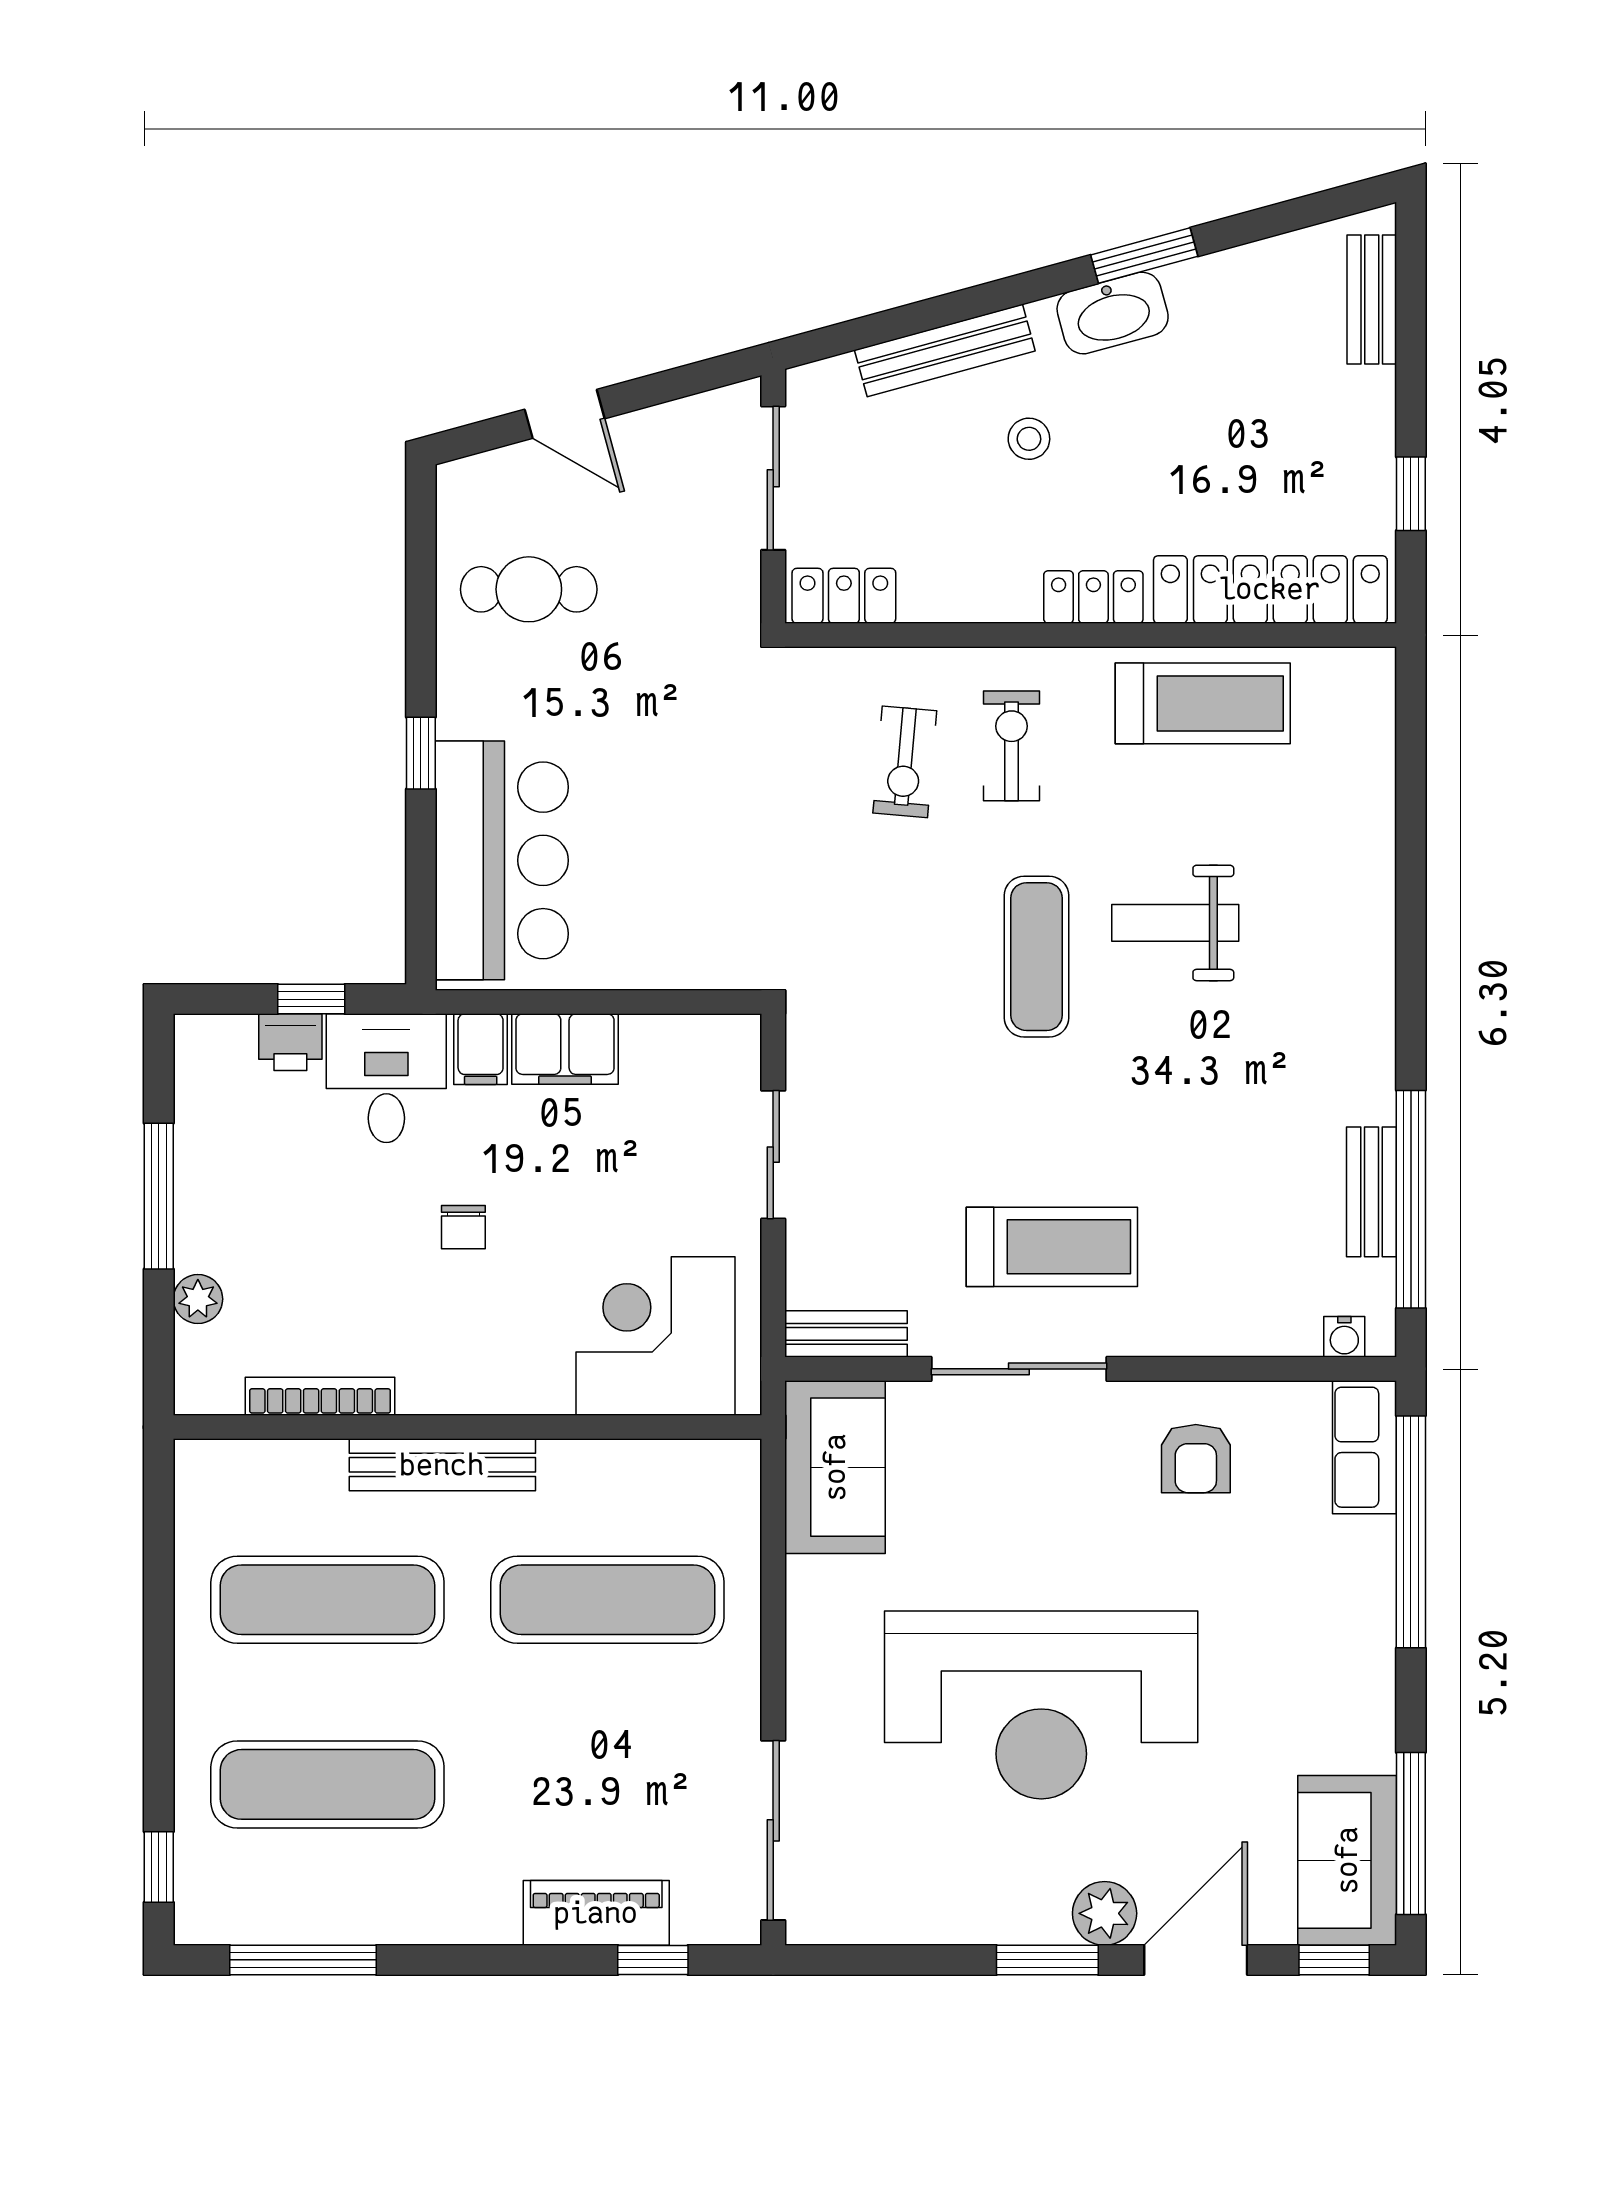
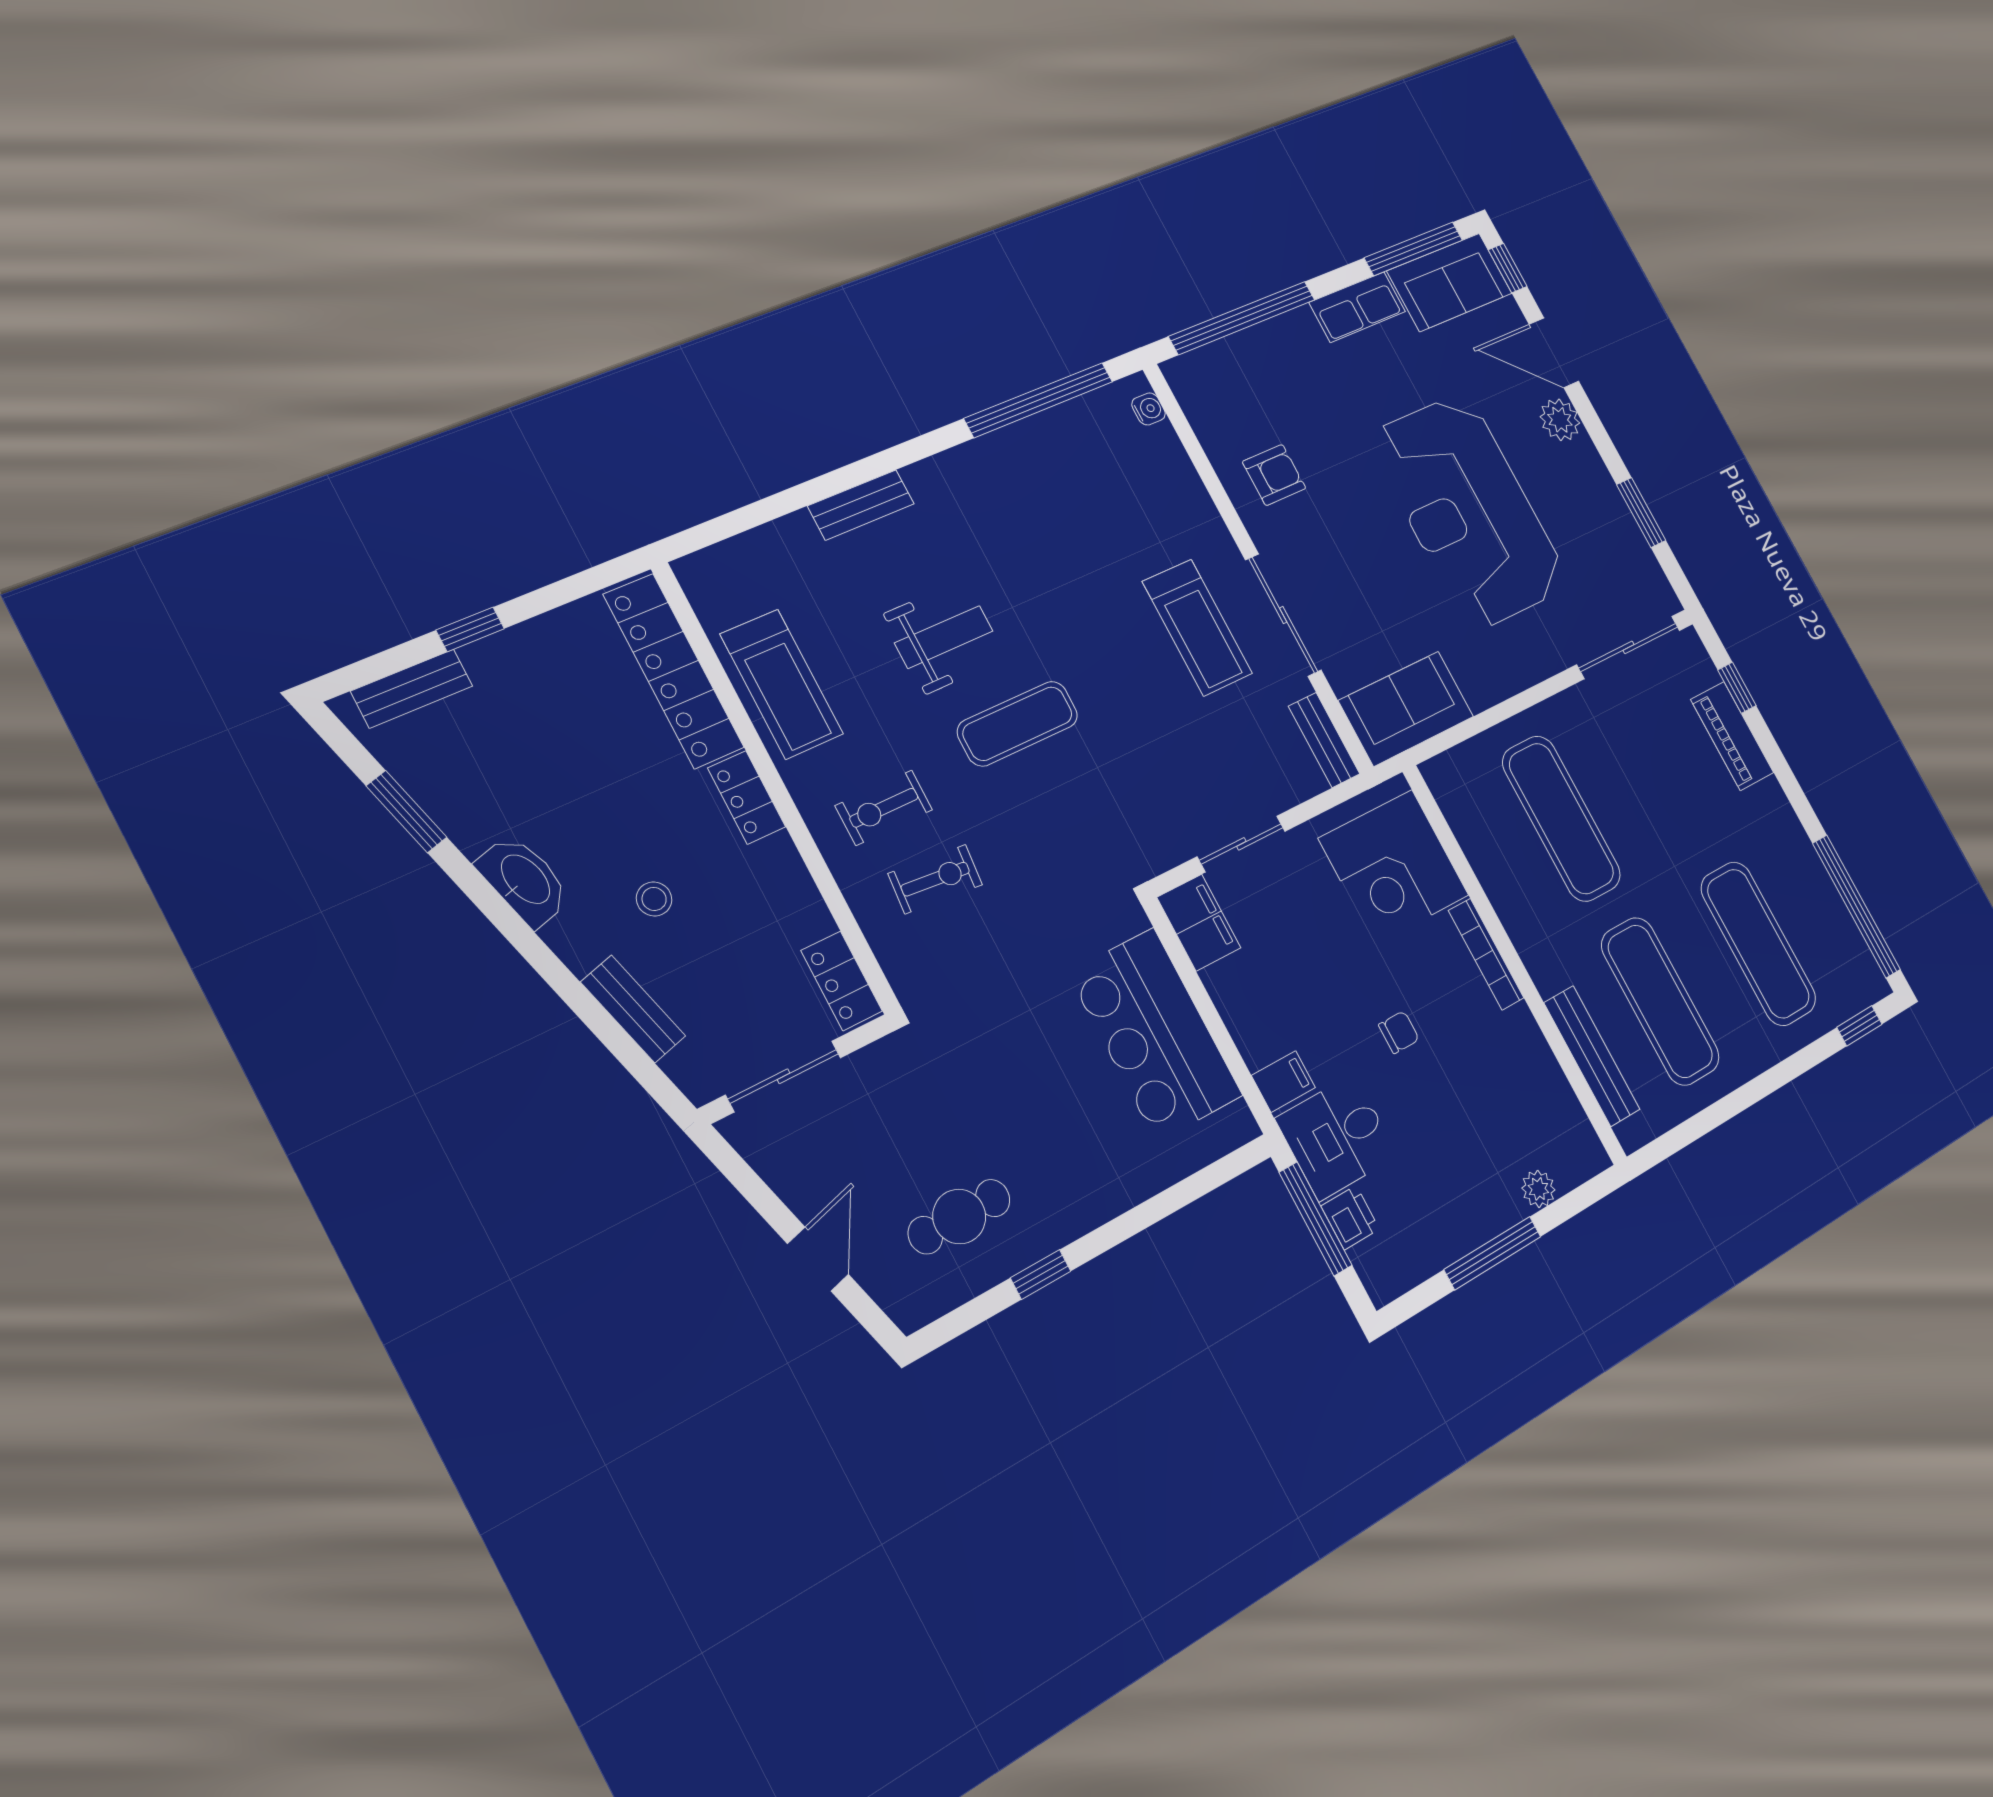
window: (1144, 256) -> (407, 812), moved
bench: (945, 350) -> (633, 1009), width x0.73
window: (1411, 494) -> (470, 629), moved
cafe table: (529, 589) -> (959, 1217), turned 90
treadmill: (1203, 703) -> (782, 684), turned 180
window: (421, 753) -> (1041, 1275), moved
bar counter: (502, 860) -> (1155, 1034), moved, turned -90
weight bench: (1175, 923) -> (944, 637), turned -90
window: (311, 999) -> (1316, 1219), width x2.17
filing cabinet: (565, 1049) -> (1199, 923), moved
bench: (1372, 1192) -> (861, 505), moved
treadmill: (1052, 1247) -> (1197, 628), turned 180
bookcase: (320, 1396) -> (1486, 954), moved
row of seats: (1364, 1447) -> (1357, 307), moved
bench: (442, 1465) -> (1592, 1056), moved
reception desk: (1041, 1705) -> (1469, 511), turned 180
window: (303, 1960) -> (1856, 906), width x1.46
window: (1047, 1960) -> (1641, 513), moved

